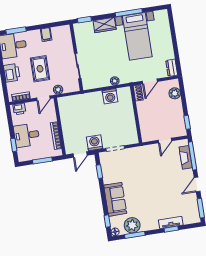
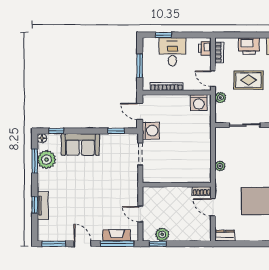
plant: (175, 93) -> (162, 234), moved
washing machine: (110, 96) -> (199, 103), moved, turned -90

